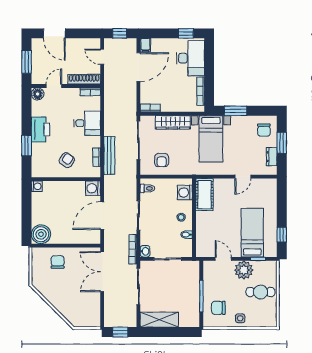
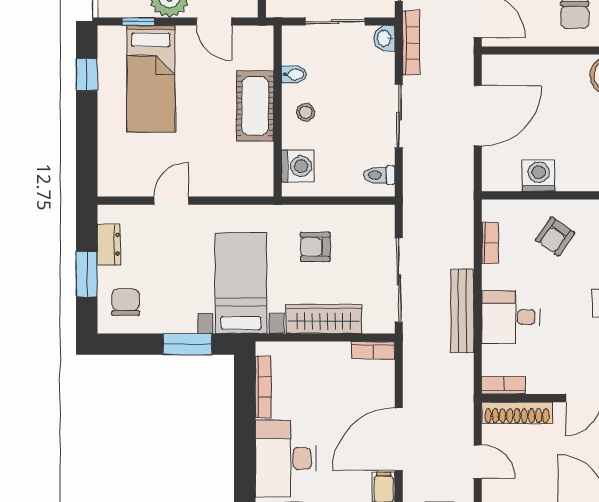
bench: (109, 155) -> (462, 311), moved
armchair: (162, 160) -> (315, 247), moved, turned -90
washing machine: (93, 188) -> (539, 175), moved, turned -90
cot: (204, 195) -> (255, 106), moved

